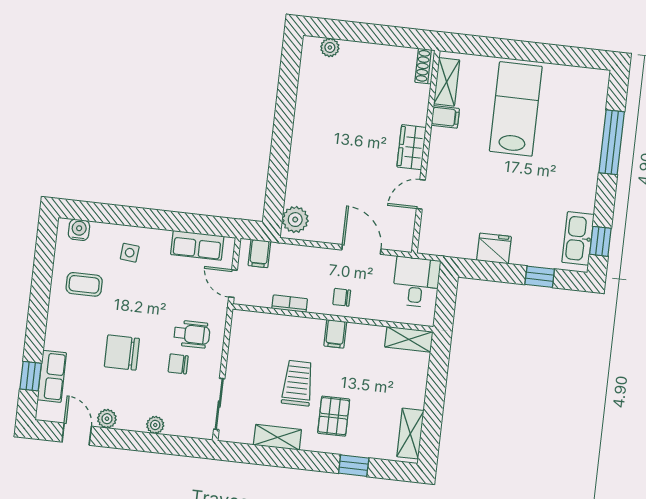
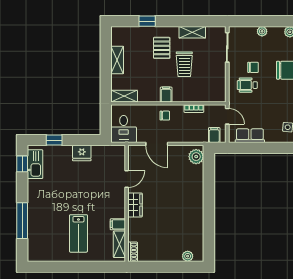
lab bench: (516, 109) -> (78, 233), width x0.73, depth x0.72
shelving: (410, 434) -> (117, 60), moved

